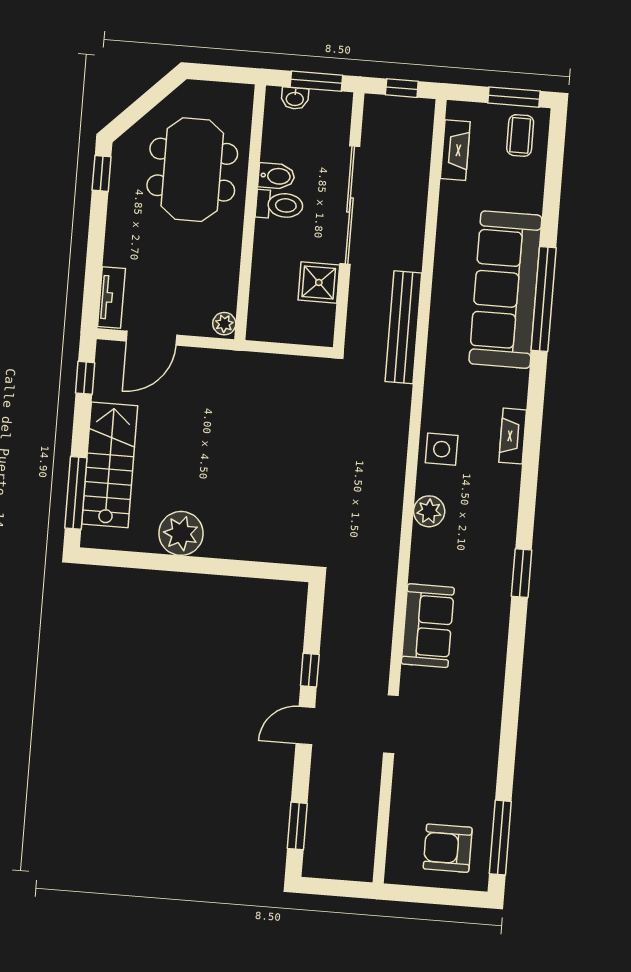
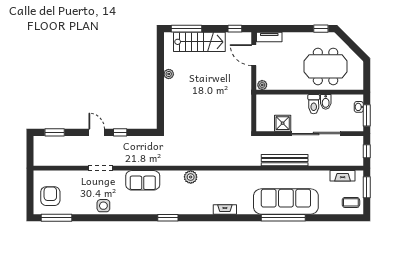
window: (514, 97) -> (367, 187), moved
bench: (403, 327) -> (285, 160), moved
side table: (442, 449) -> (103, 206), moved
plant: (181, 533) -> (169, 74), width x0.53, depth x0.53

